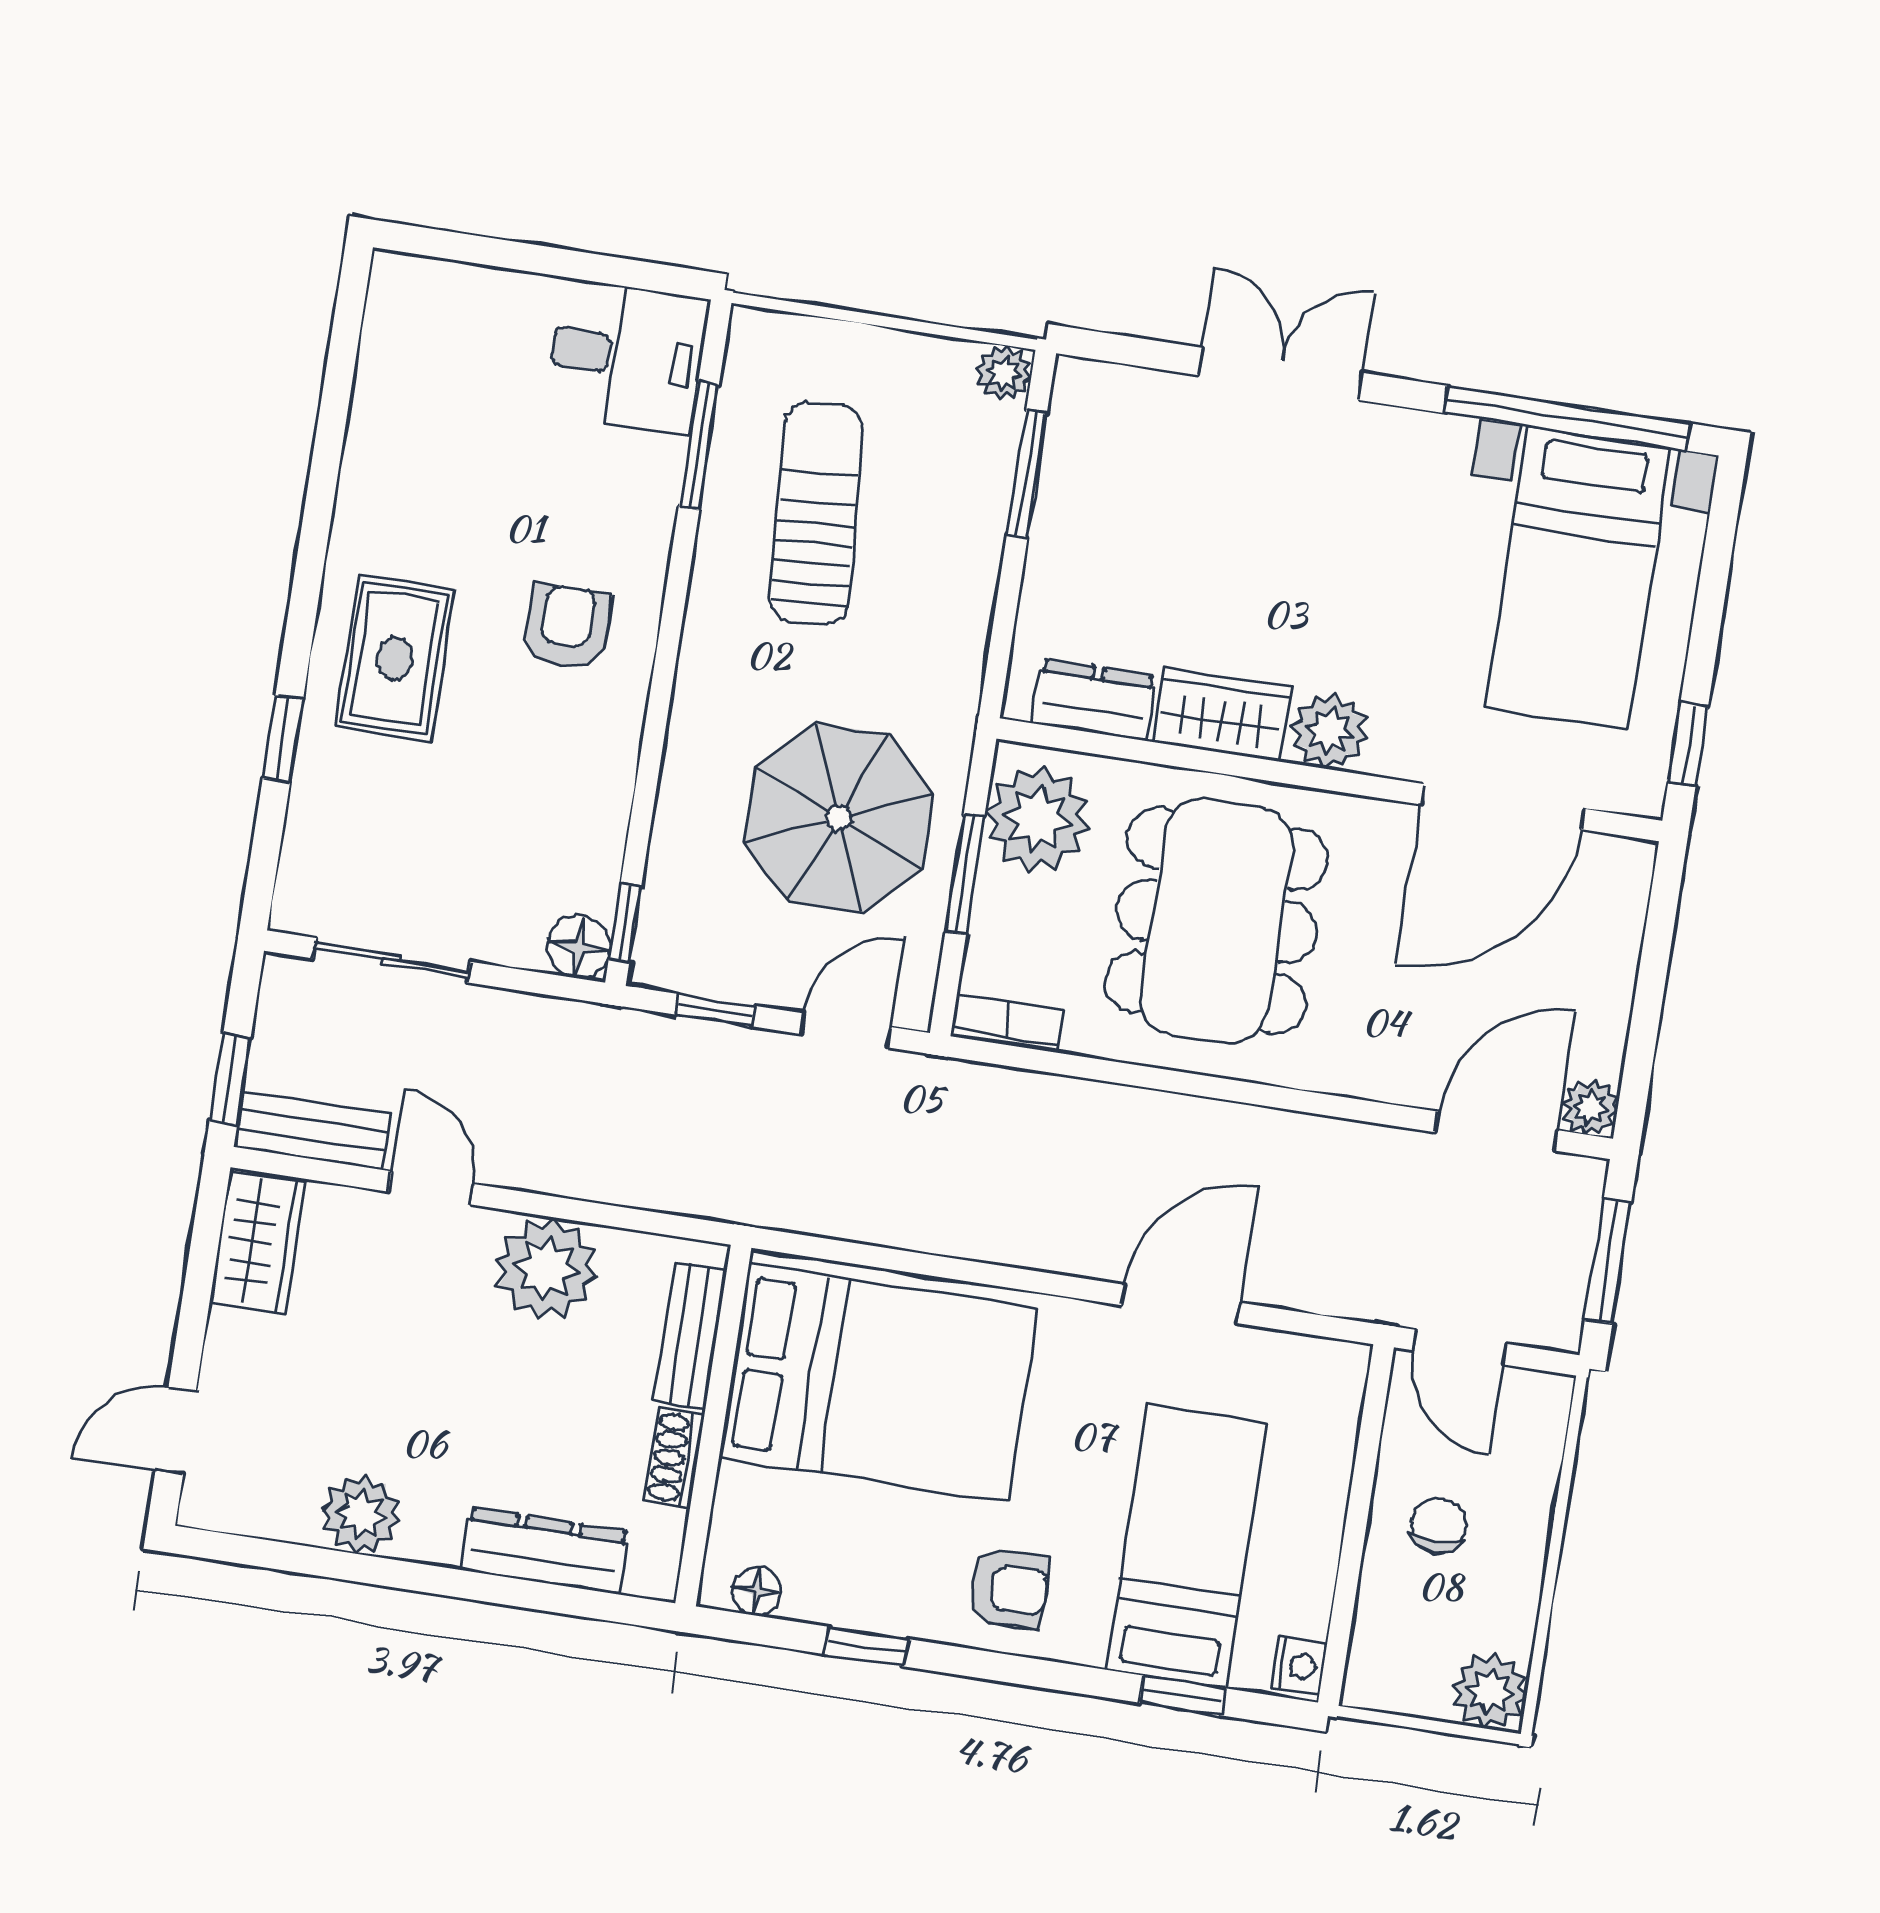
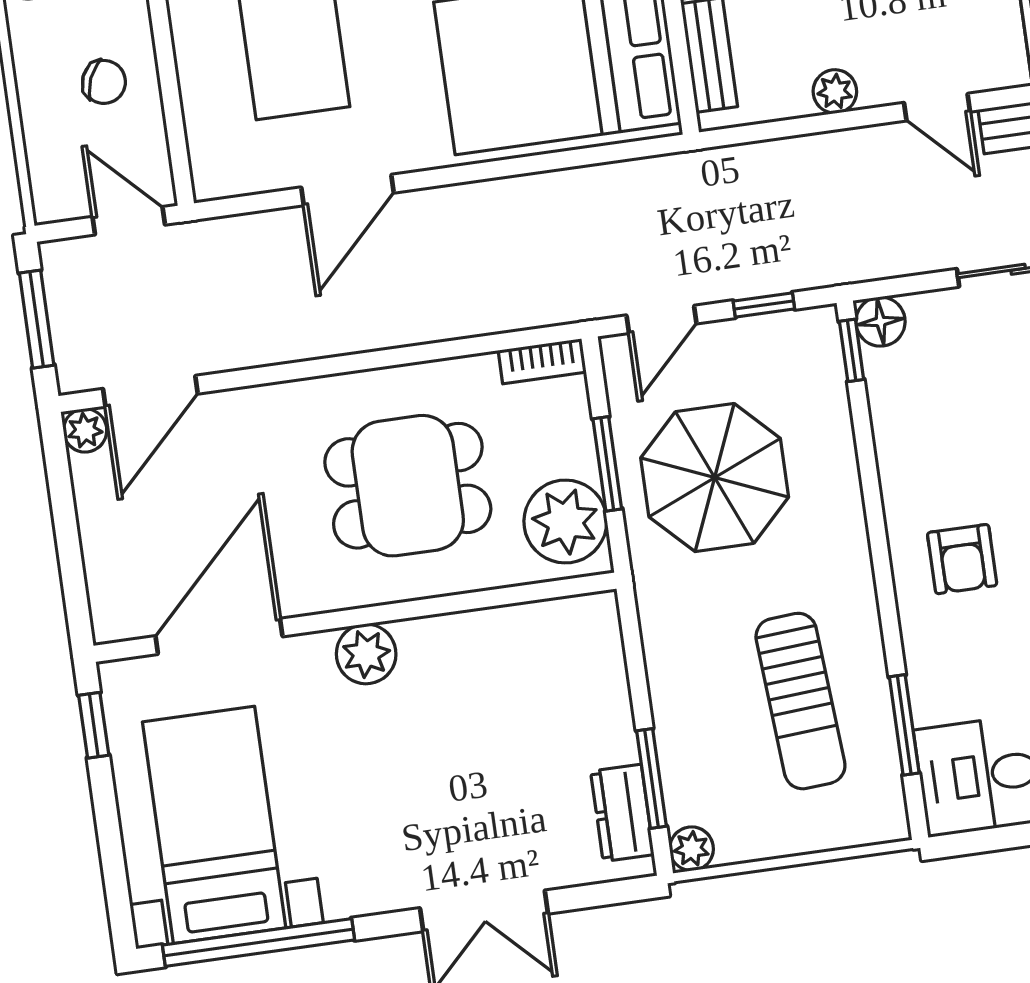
dresser: (1094, 700) -> (622, 813), moved, turned 90
wardrobe: (1222, 715) -> (450, 642), removed
dining table: (1216, 921) -> (408, 486), width x0.73
plant: (546, 1269) -> (835, 91), width x0.53, depth x0.53
chair: (1439, 1526) -> (104, 82), turned -67

